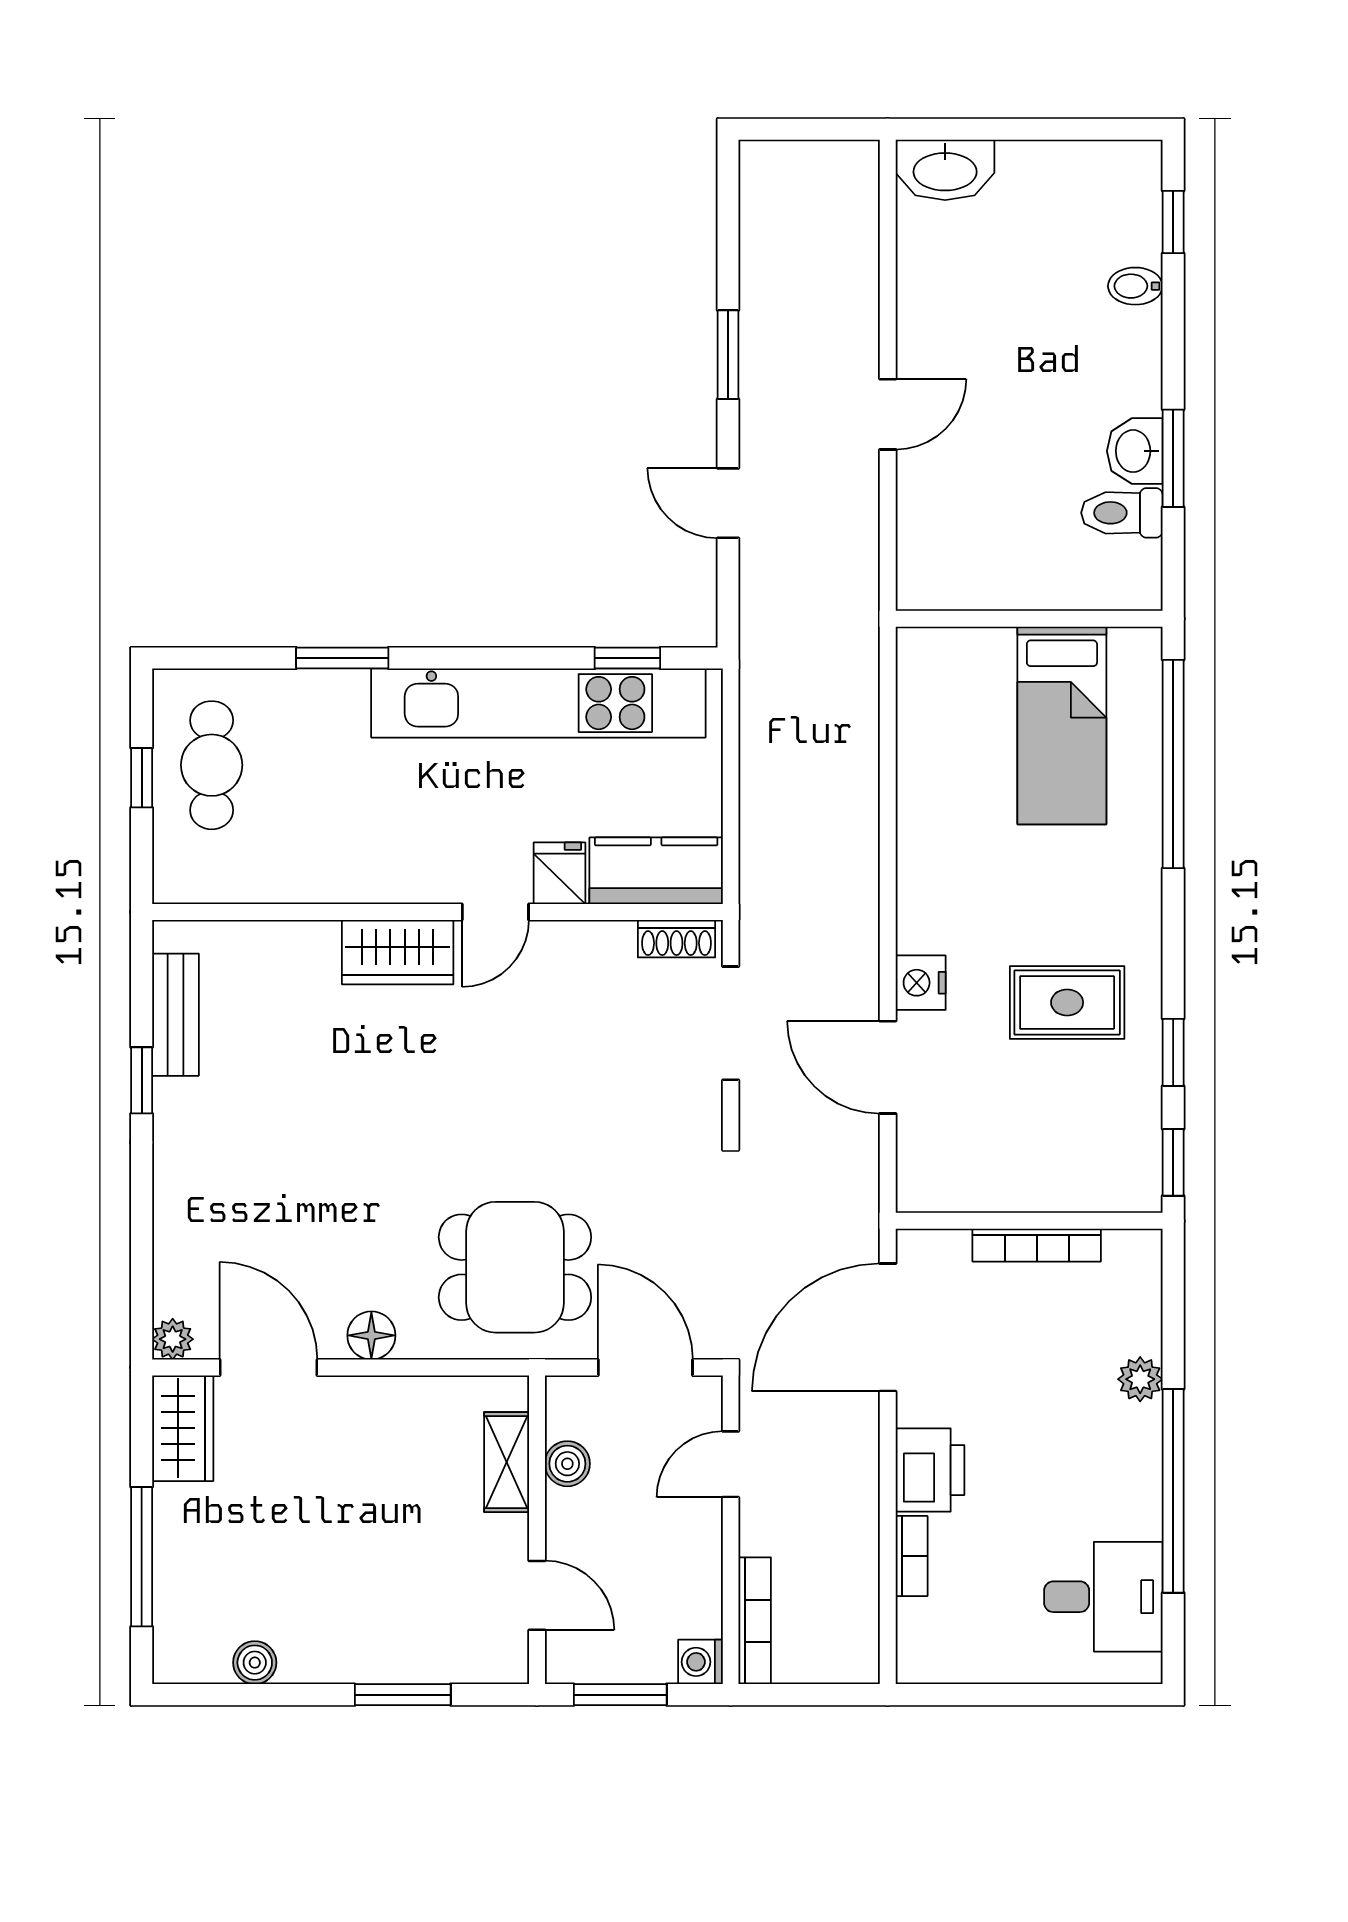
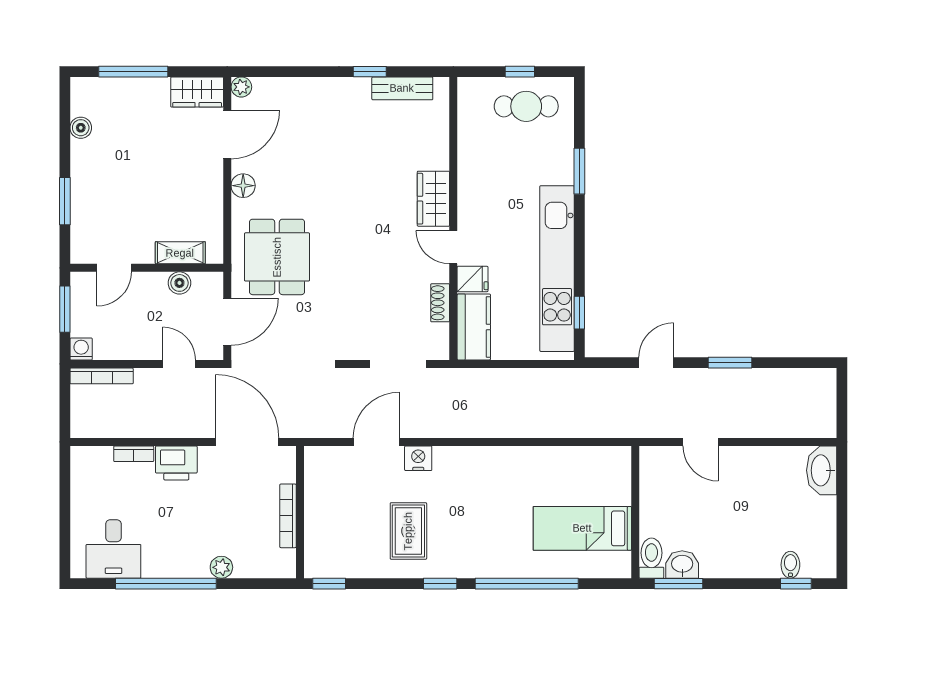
bidet: (1135, 286) -> (790, 565), moved
wall: (1029, 619) -> (635, 512), moved
bed: (1062, 725) -> (582, 528), moved
shoe rack: (676, 939) -> (440, 303), moved
window: (1173, 1052) -> (440, 584), moved

